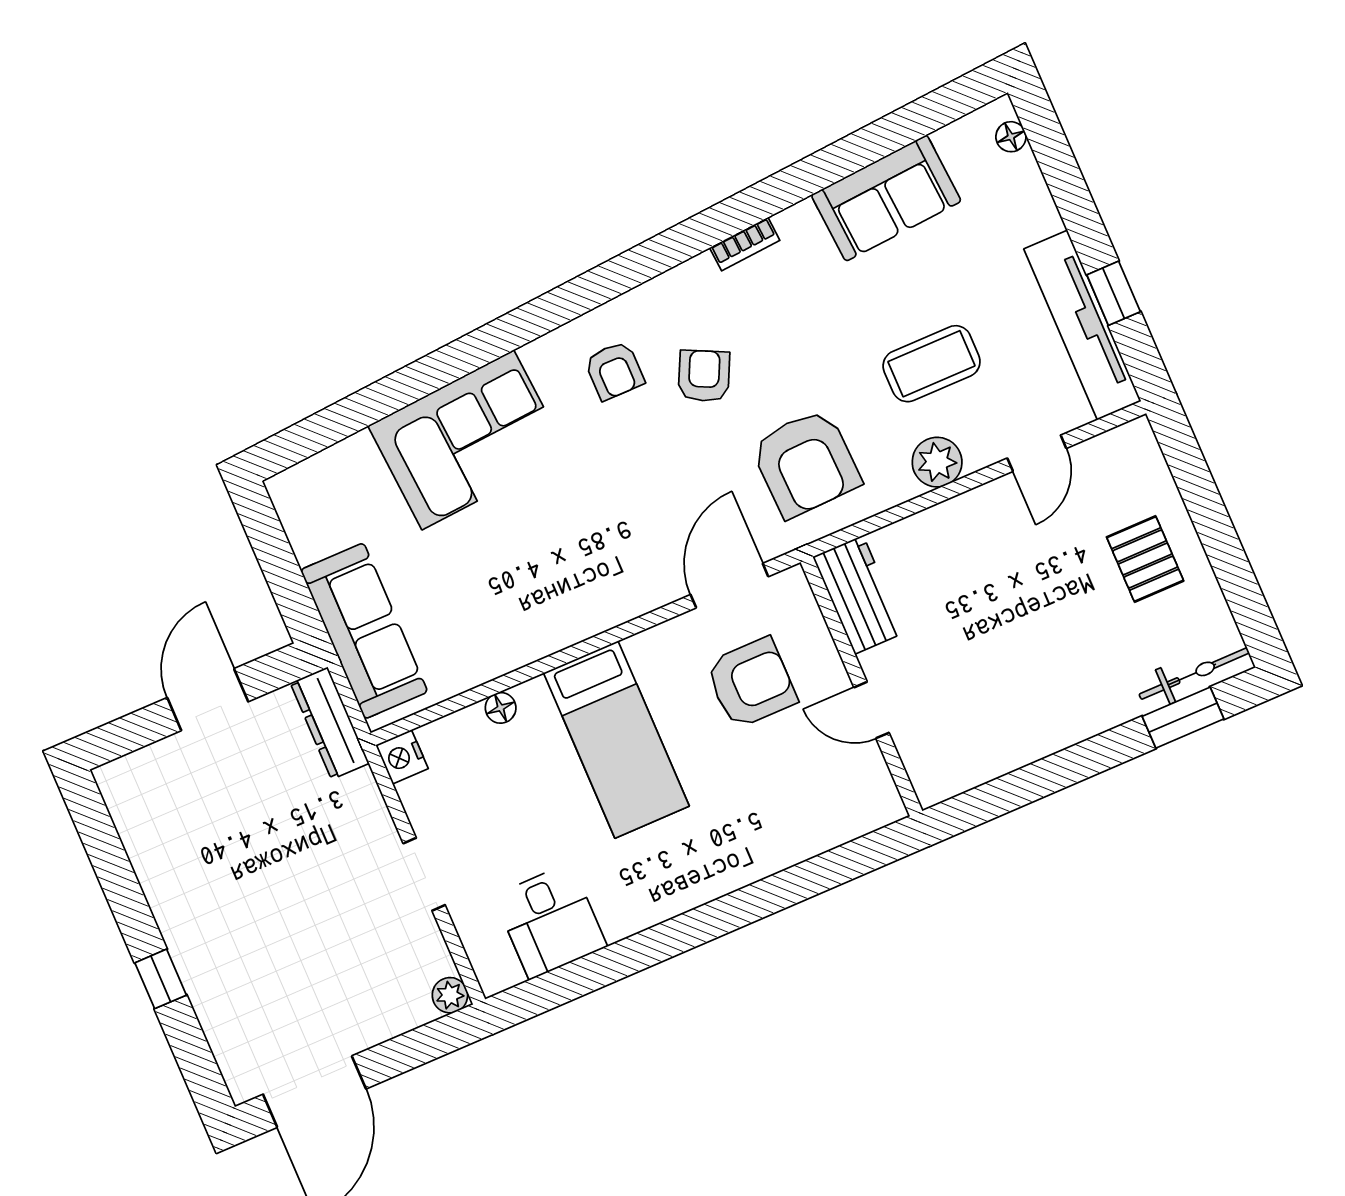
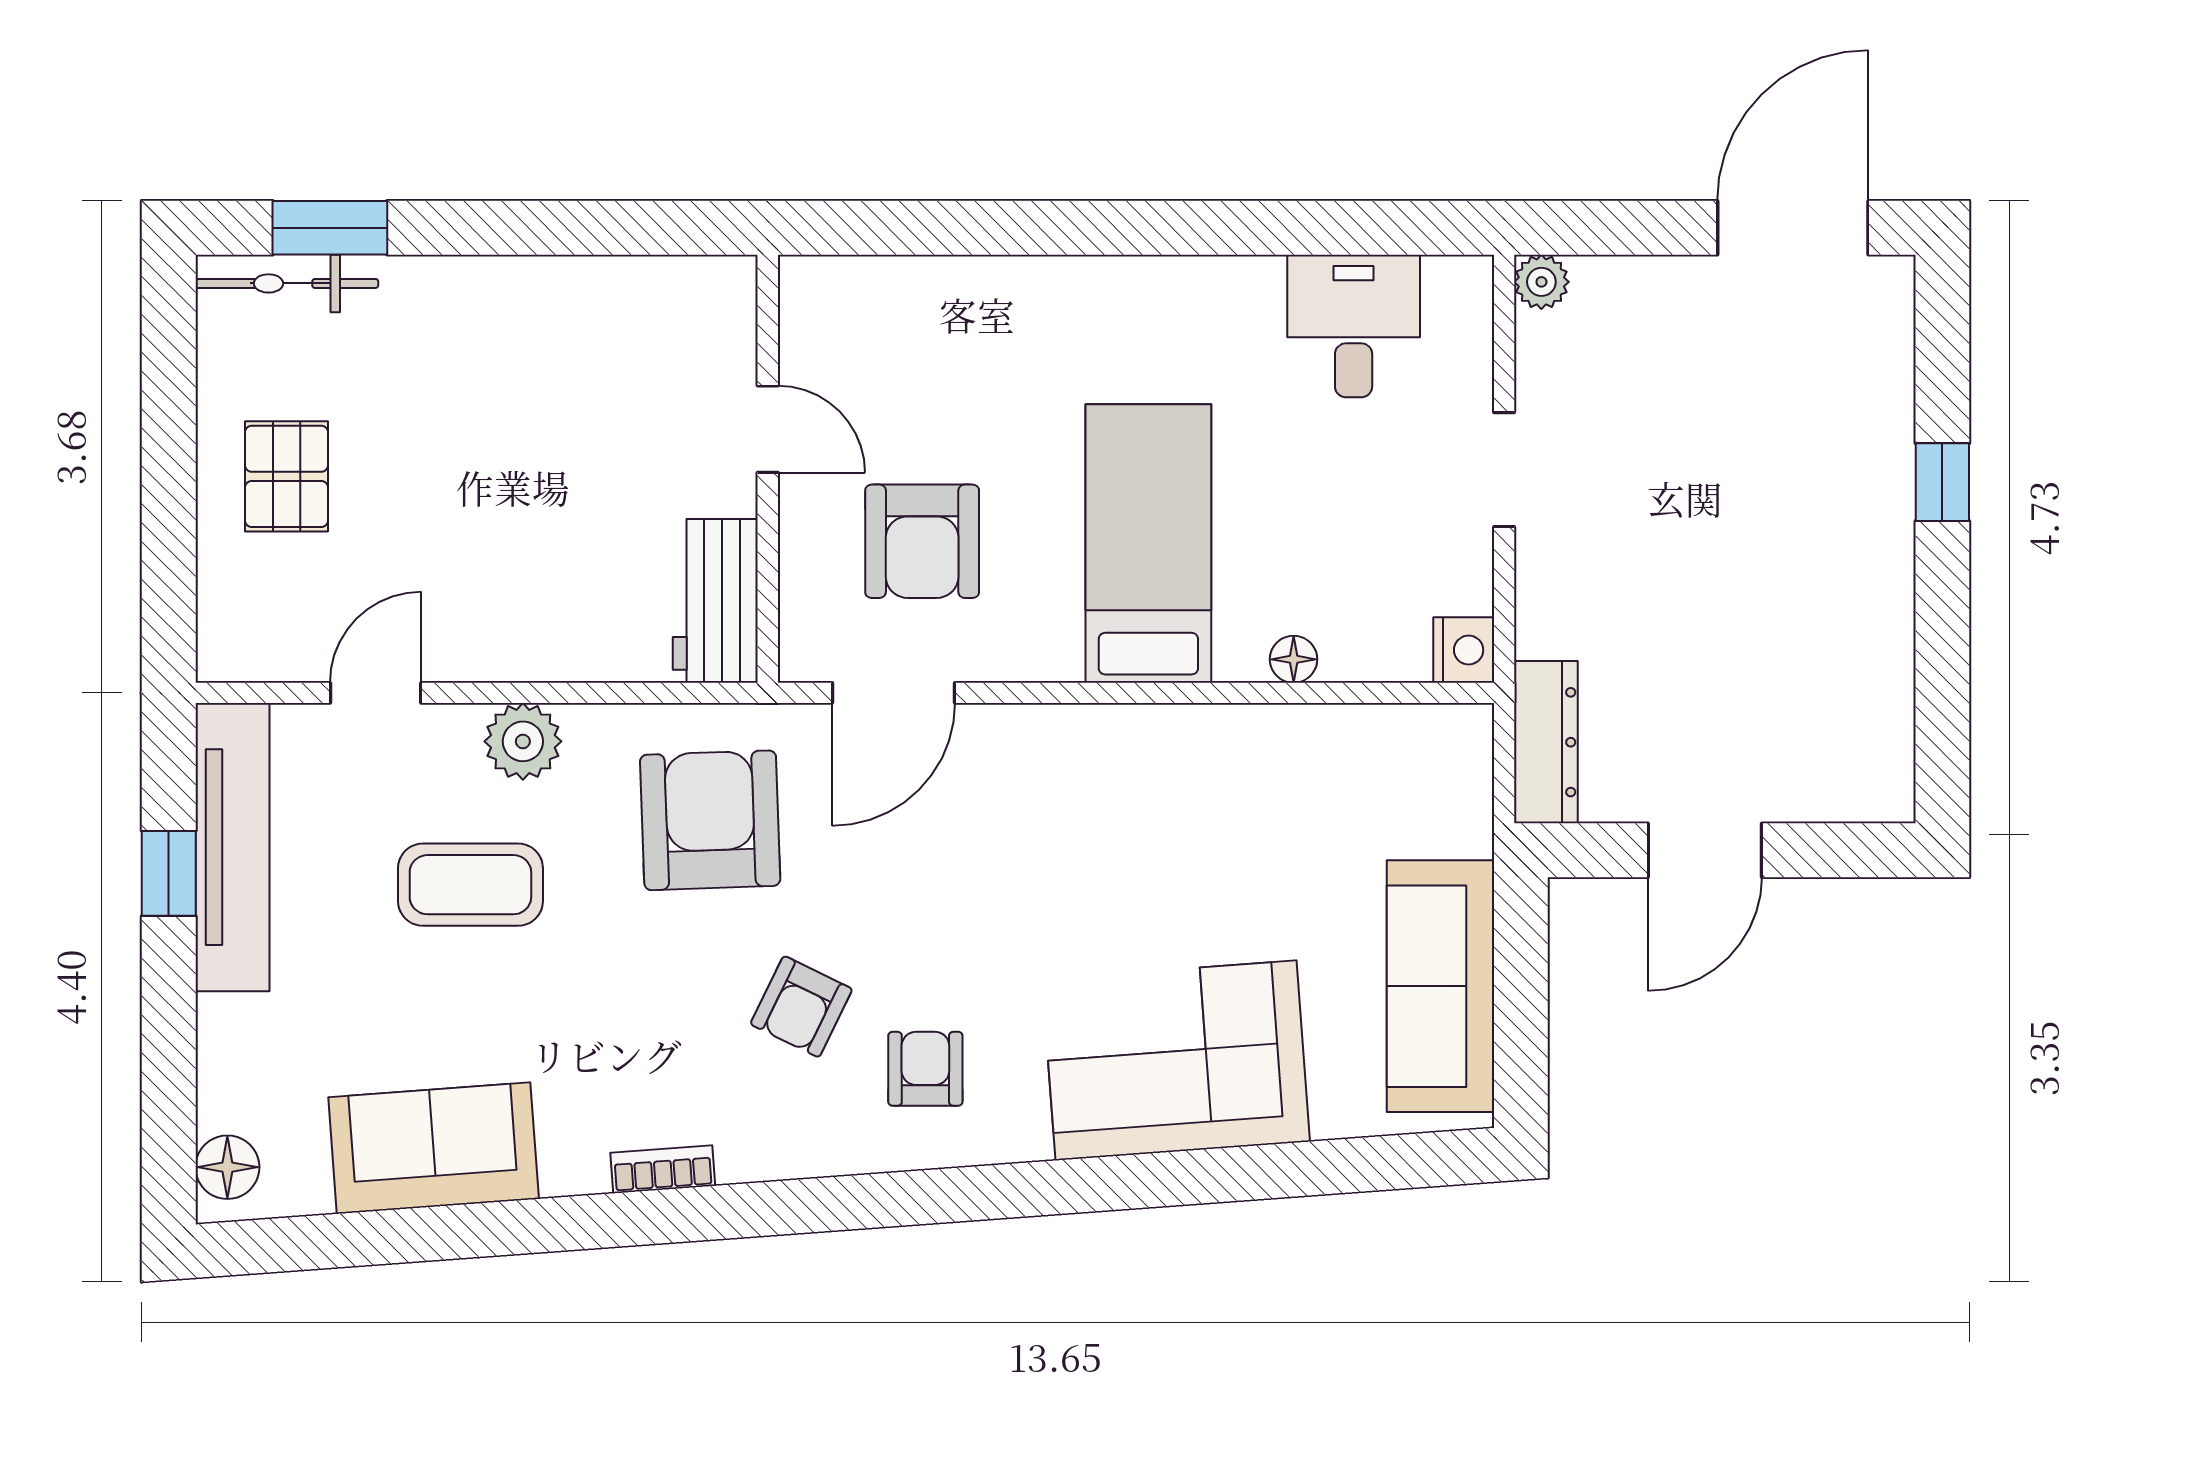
floor lamp: (1011, 137) -> (227, 1167), width x1.37, depth x1.37
sofa: (364, 631) -> (1440, 986), moved
armchair: (751, 683) -> (922, 541), turned -90

